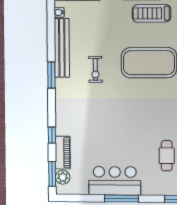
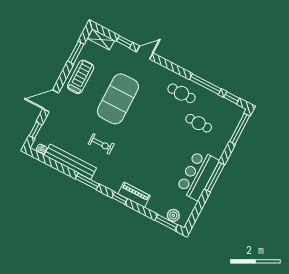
treadmill: (151, 13) -> (81, 77), turned 180
window: (52, 135) -> (120, 198), moved
piano: (63, 153) -> (134, 195), moved

